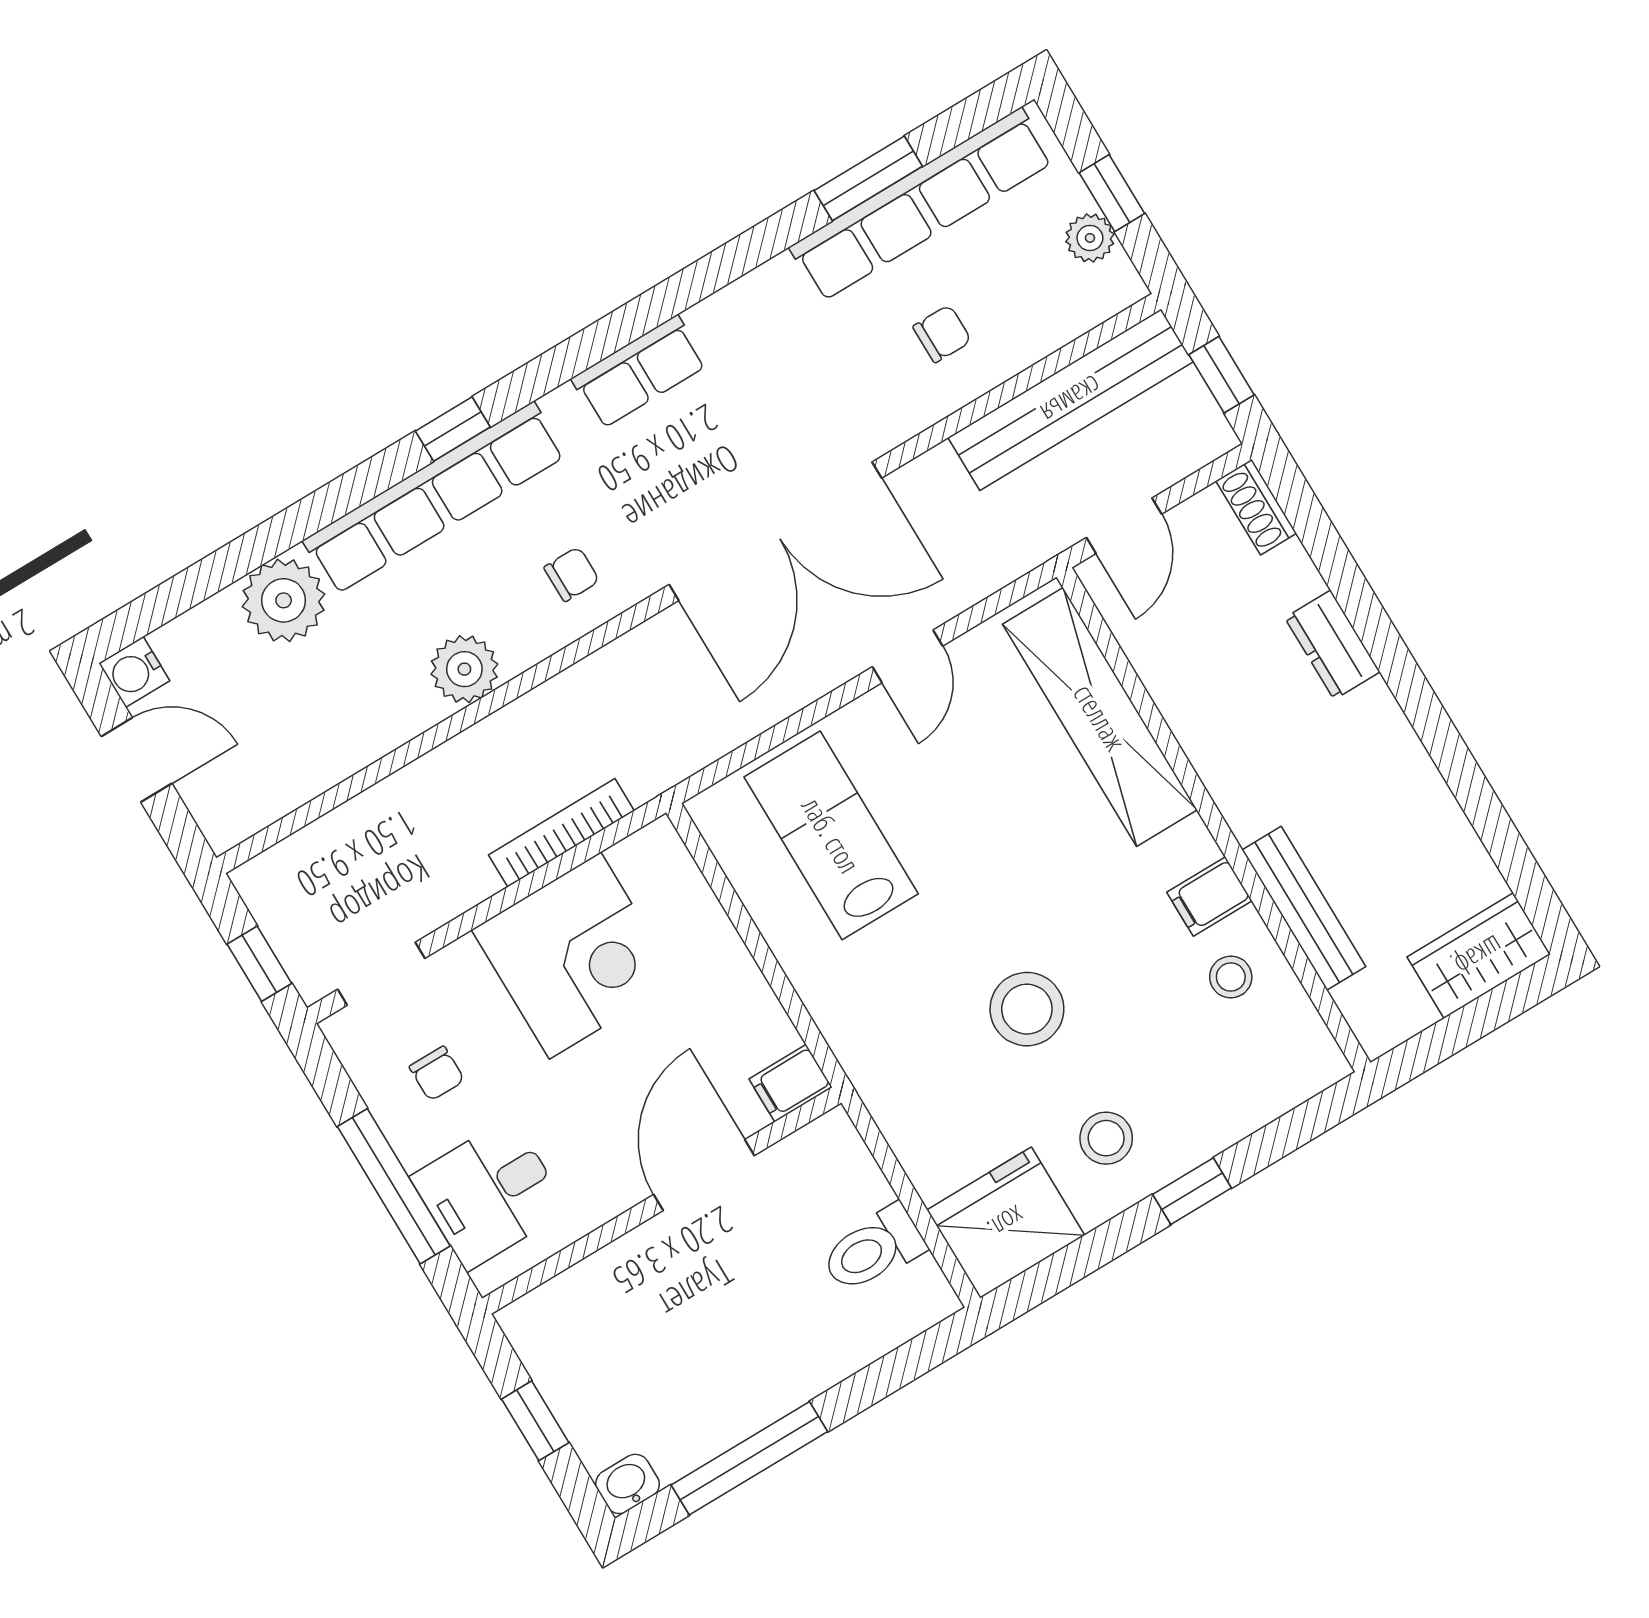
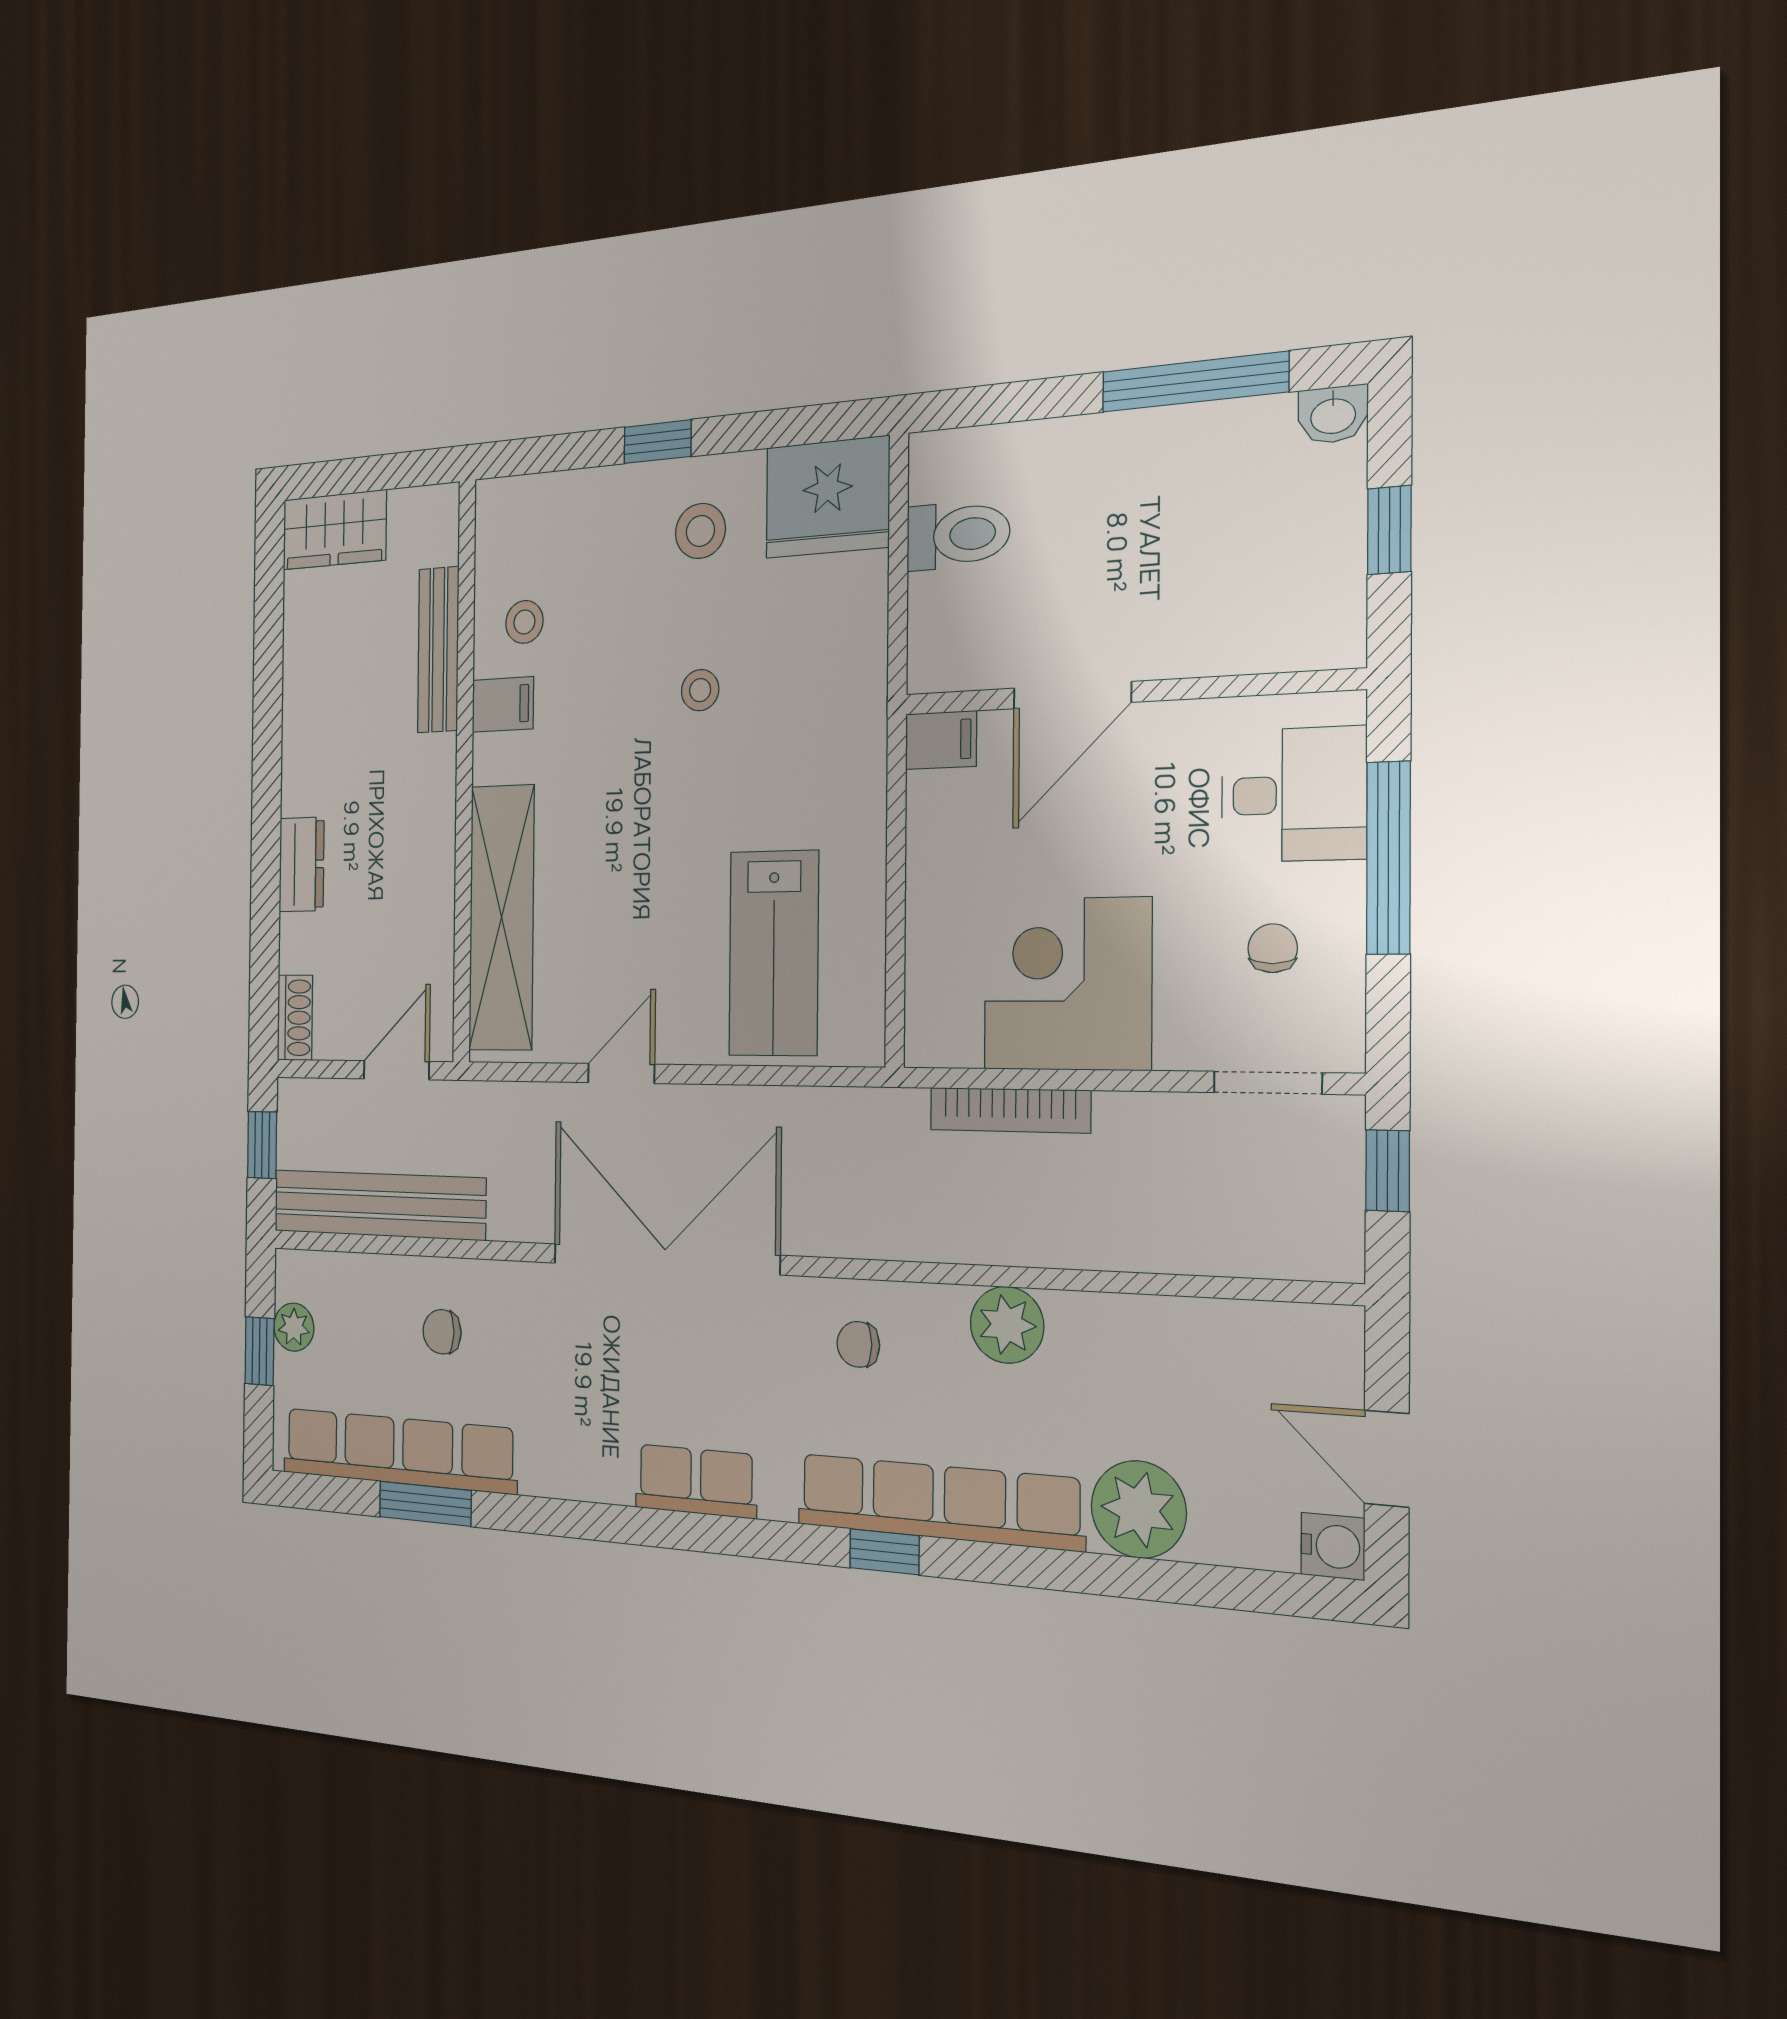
stool: (1027, 1009) -> (700, 690), width x0.53, depth x0.53

